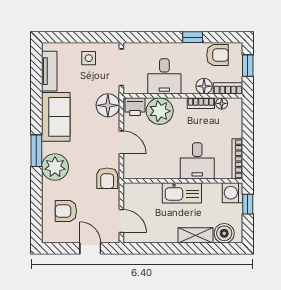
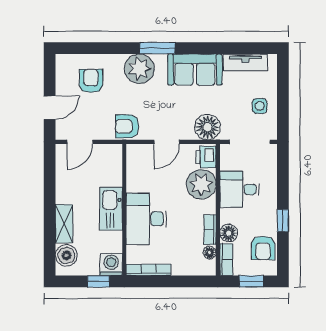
desk: (197, 161) -> (146, 219), width x1.37

